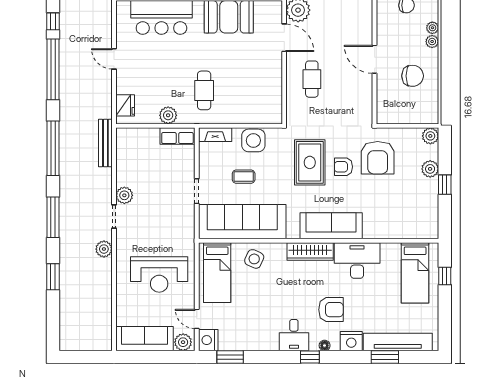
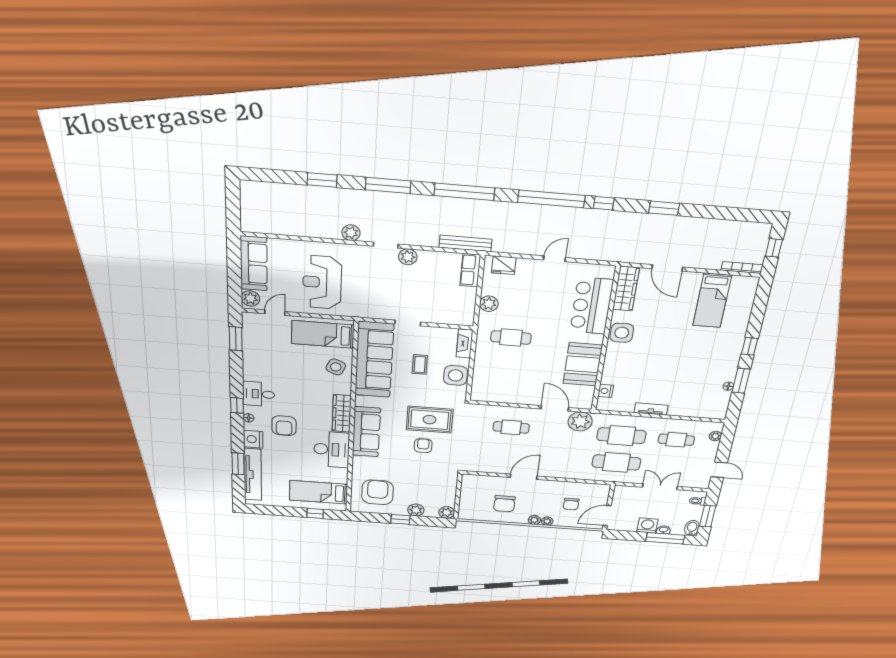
door: (284, 38) -> (555, 408), swing flipped
row of seats: (177, 136) -> (470, 270), moved
armchair: (378, 158) -> (377, 492), moved, turned 90
nightstand: (208, 340) -> (253, 321), removed

